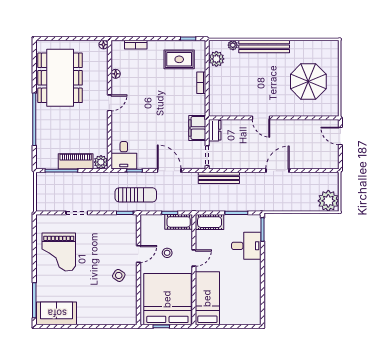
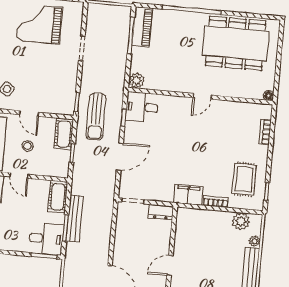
floor lamp: (116, 74) -> (234, 106), removed
door: (109, 103) -> (202, 96), hinge flipped
filing cabinet: (197, 128) -> (188, 195), moved
piano: (76, 161) -> (142, 27), moved
bench: (219, 178) -> (75, 219), moved
cot: (179, 222) -> (64, 134), moved
desk: (246, 246) -> (46, 239), moved, turned -90

